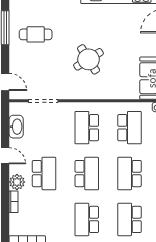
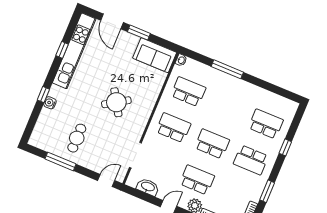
school desk: (87, 128) -> (173, 128), turned 180
school desk: (129, 174) -> (227, 108), removed
school desk: (129, 219) -> (266, 124), turned 180

